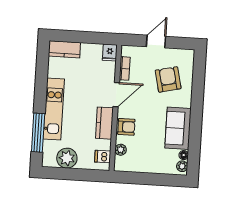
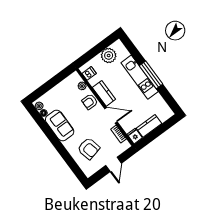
kitchen counter: (64, 49) -> (149, 126), moved
door: (116, 95) -> (111, 115), swing flipped
window: (38, 133) -> (151, 75), moved

